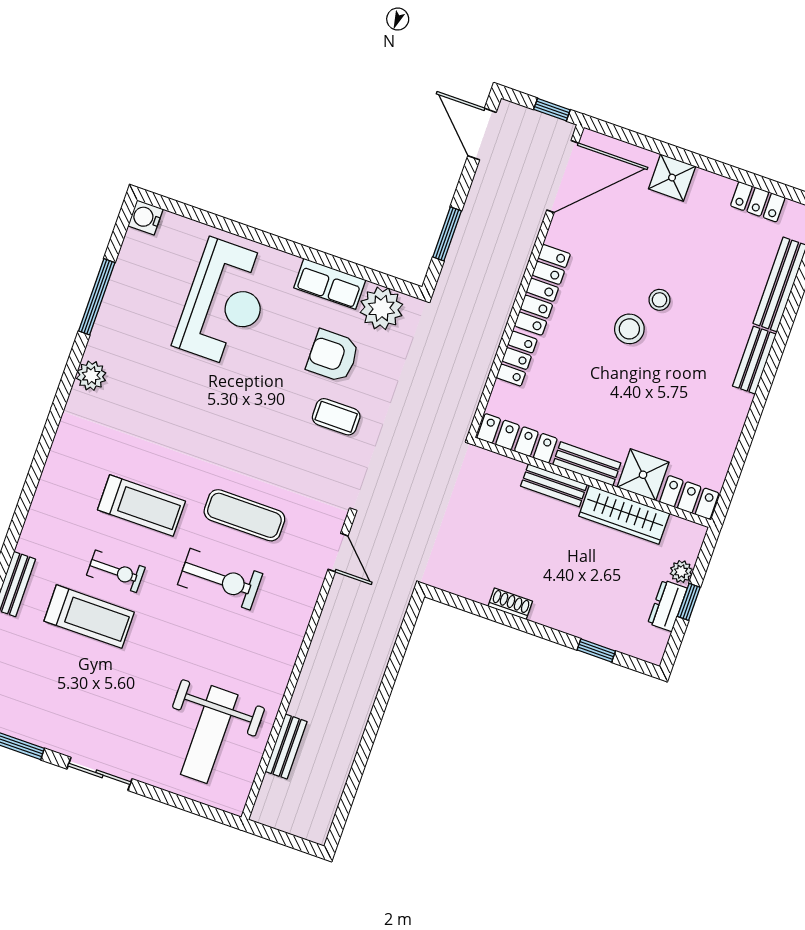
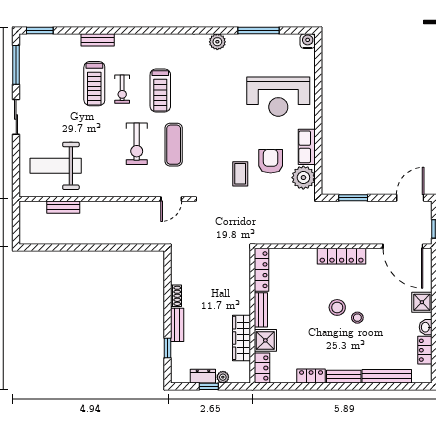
washbasin: (718, 186) -> (426, 327), added
locker: (517, 359) -> (311, 376), moved, turned 180
bench: (554, 485) -> (177, 325), moved

